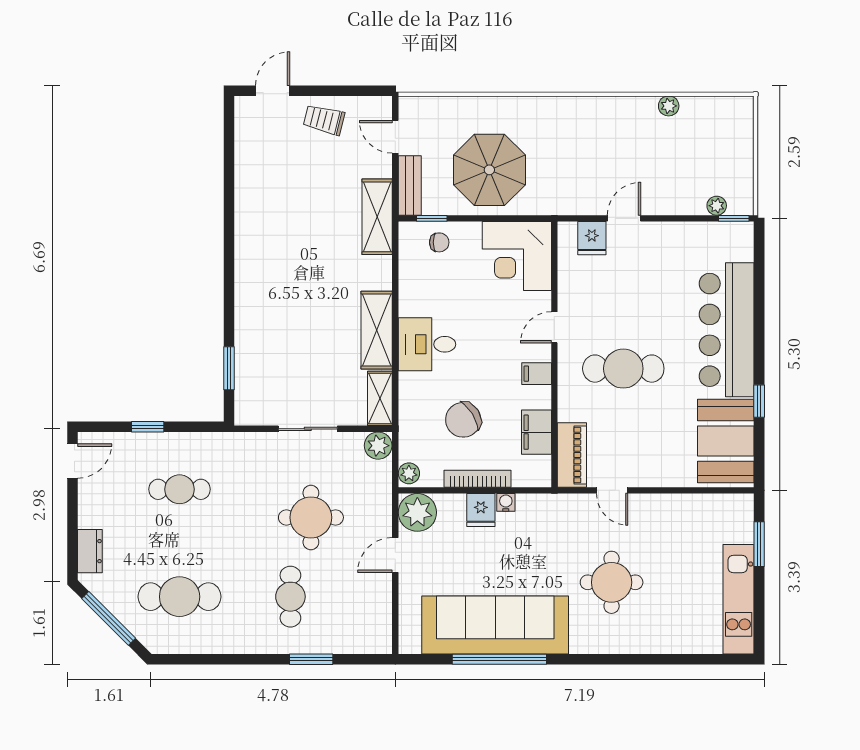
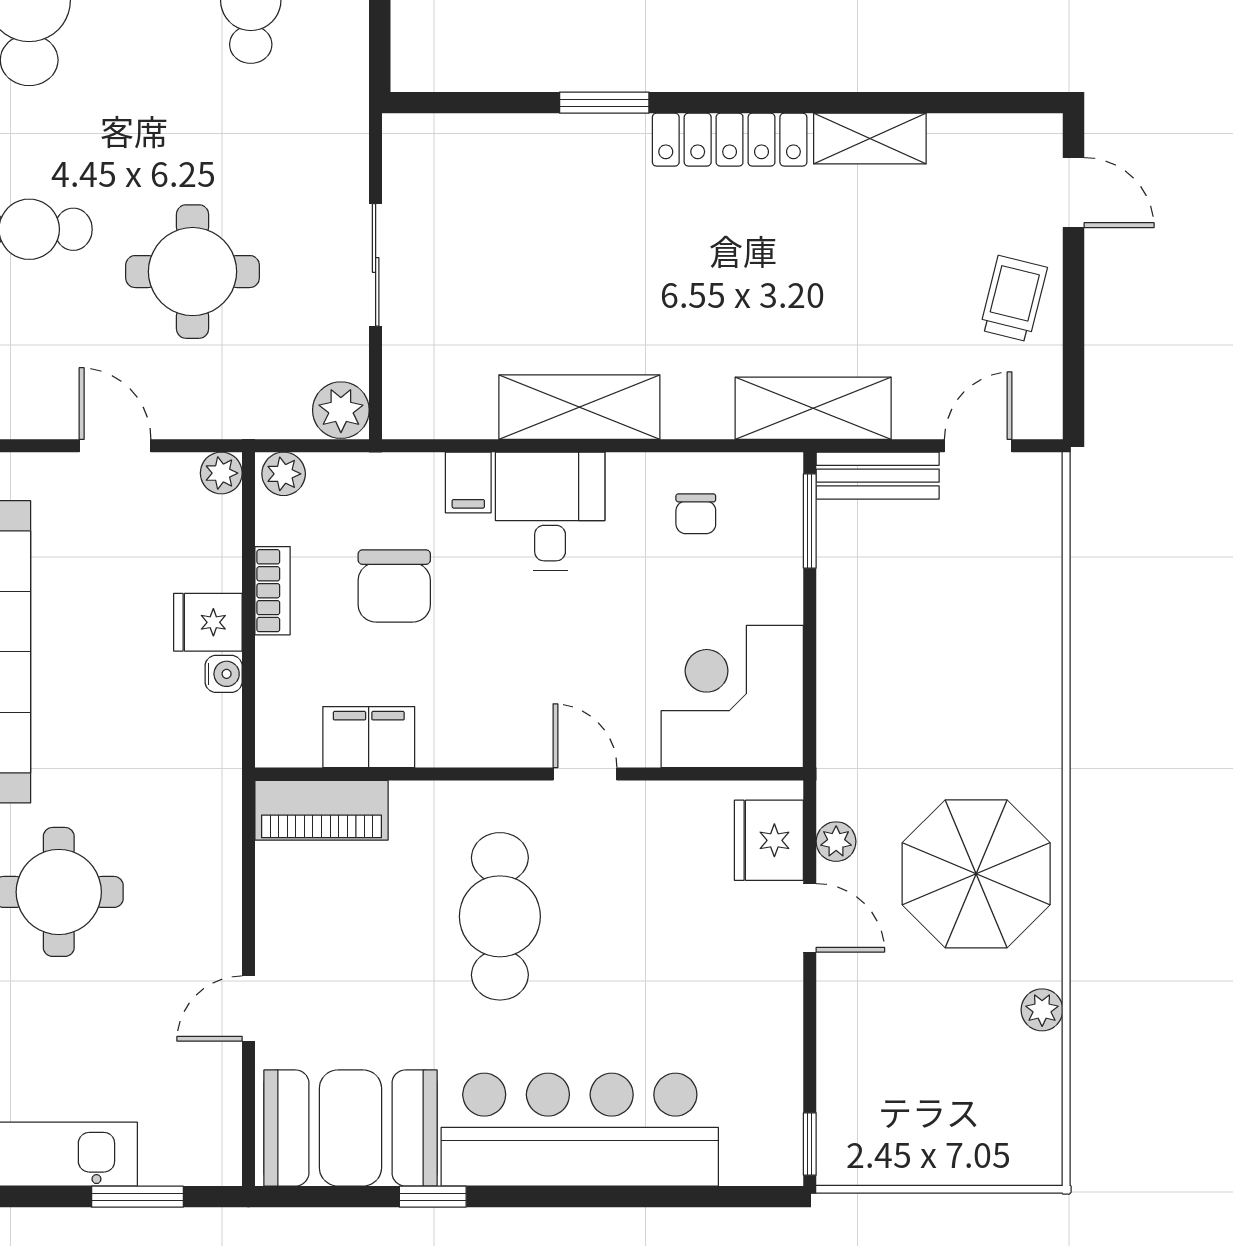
parasol: (489, 170) -> (976, 874), moved
plant: (717, 206) -> (836, 842), moved
window: (432, 218) -> (810, 521), width x1.50
fridge: (592, 238) -> (769, 840), width x1.38
chair: (439, 242) -> (696, 514), moved
locker: (247, 257) -> (730, 140), added
window: (229, 368) -> (604, 103), moved
filing cabinet: (537, 374) -> (468, 482), moved, turned 180
shelving: (380, 398) -> (870, 139), moved
chair: (463, 420) -> (394, 586), turned -148
bookcase: (478, 479) -> (273, 591), width x0.64
door: (612, 490) -> (249, 1009), moved
plant: (417, 512) -> (221, 473), width x0.53, depth x0.53

